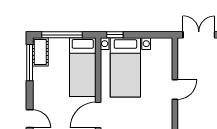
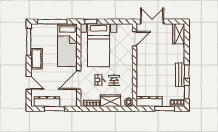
cot: (40, 52) -> (36, 59), moved
door: (175, 90) -> (135, 39), moved

